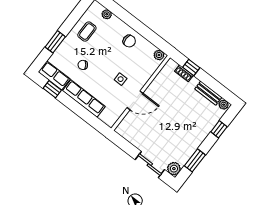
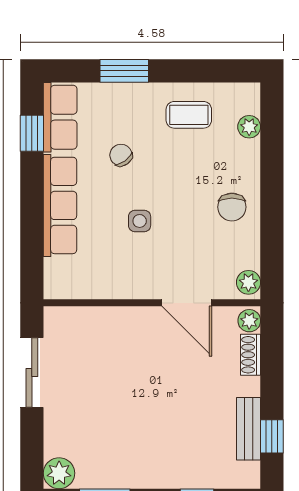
window: (191, 67) -> (272, 436), moved
side table: (121, 79) -> (140, 221), moved
door: (135, 100) -> (187, 303), moved
plant: (224, 105) -> (249, 321), moved
sliding door: (150, 165) -> (32, 373), moved

